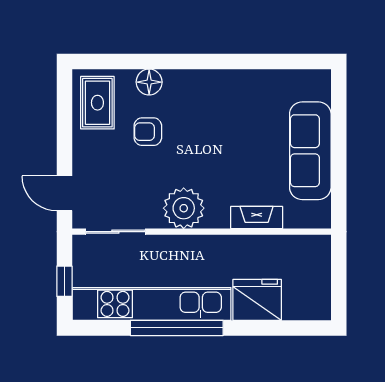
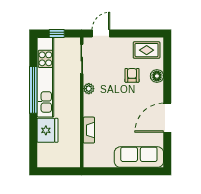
door: (232, 61) -> (167, 118), added
sofa: (310, 151) -> (139, 157), moved
plant: (184, 208) -> (89, 89), width x0.53, depth x0.53

